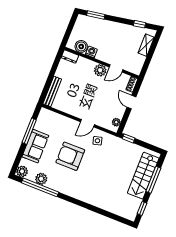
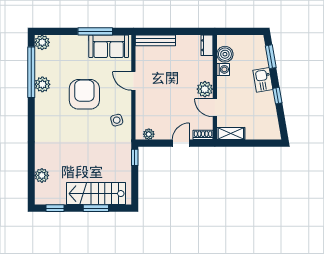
window: (139, 24) -> (277, 96), moved
kitchen sink: (110, 27) -> (263, 80), added
shelving: (146, 45) -> (231, 134), moved
door: (87, 123) -> (133, 81), moved
sofa: (35, 146) -> (109, 46), moved
plant: (41, 179) -> (42, 84), moved
window: (153, 180) -> (96, 208), width x0.69
plant: (115, 209) -> (42, 175), added

